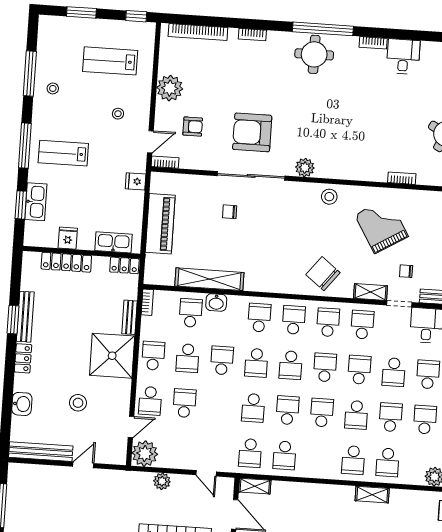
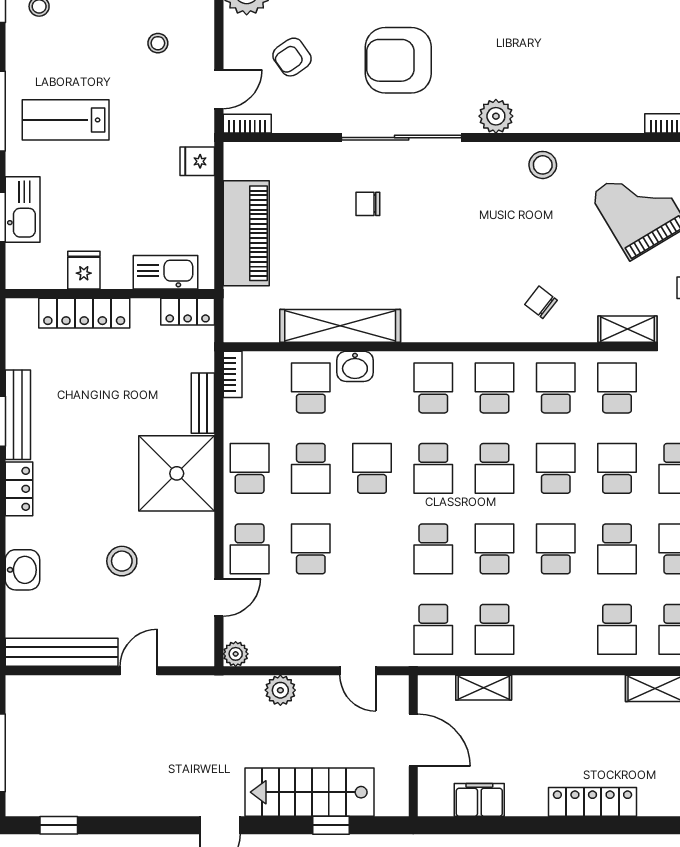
armchair: (193, 127) -> (292, 57), turned 145
chair: (323, 274) -> (541, 302), width x0.54, depth x0.54
plant: (145, 454) -> (236, 654), width x0.53, depth x0.53
shelving: (255, 486) -> (484, 688), moved

